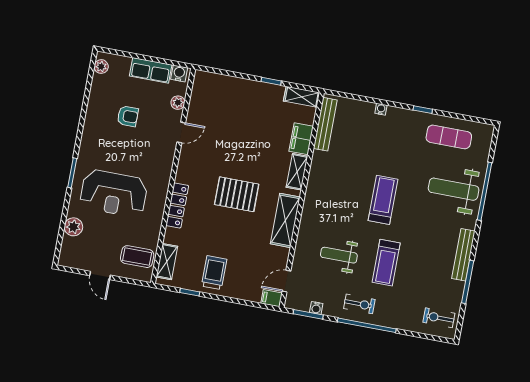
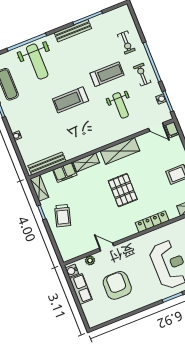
plant: (101, 67) -> (97, 320), removed
trolley: (252, 104) -> (63, 216), added
armchair: (128, 116) -> (117, 285), width x1.88, depth x1.88
exercise bike: (439, 318) -> (126, 42), moved

